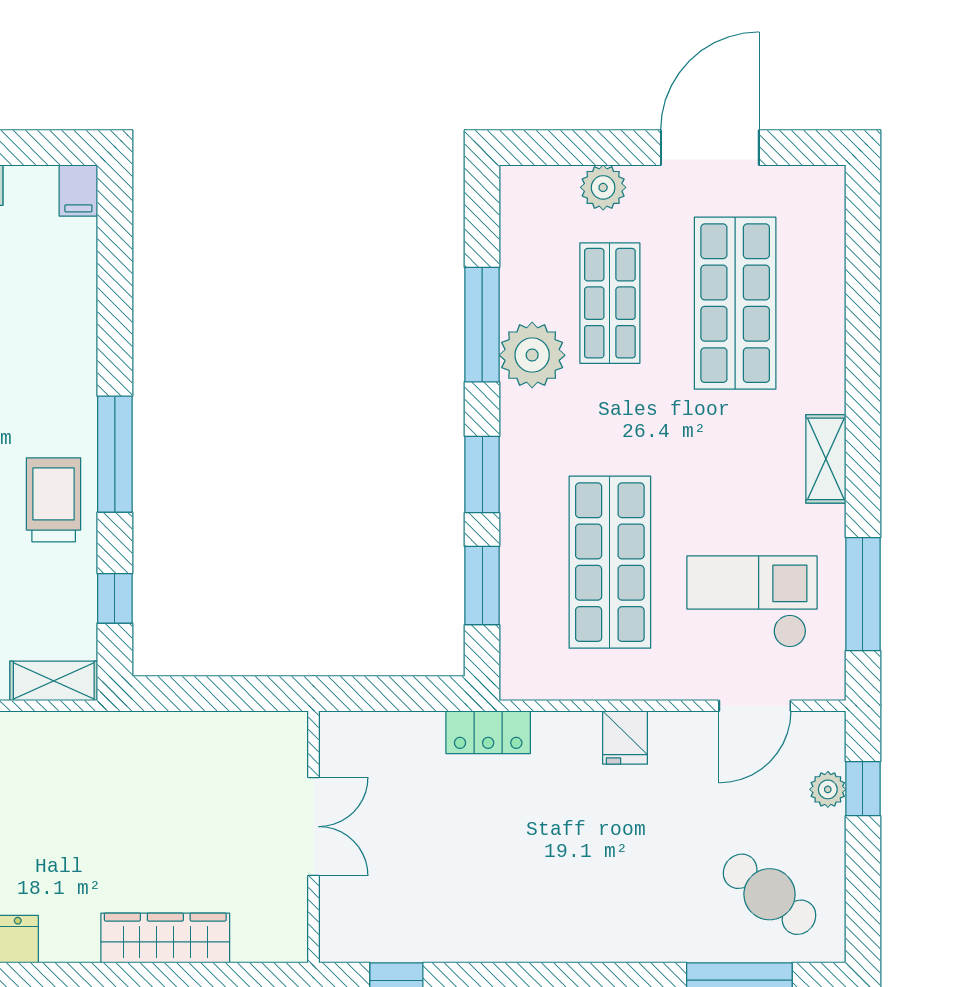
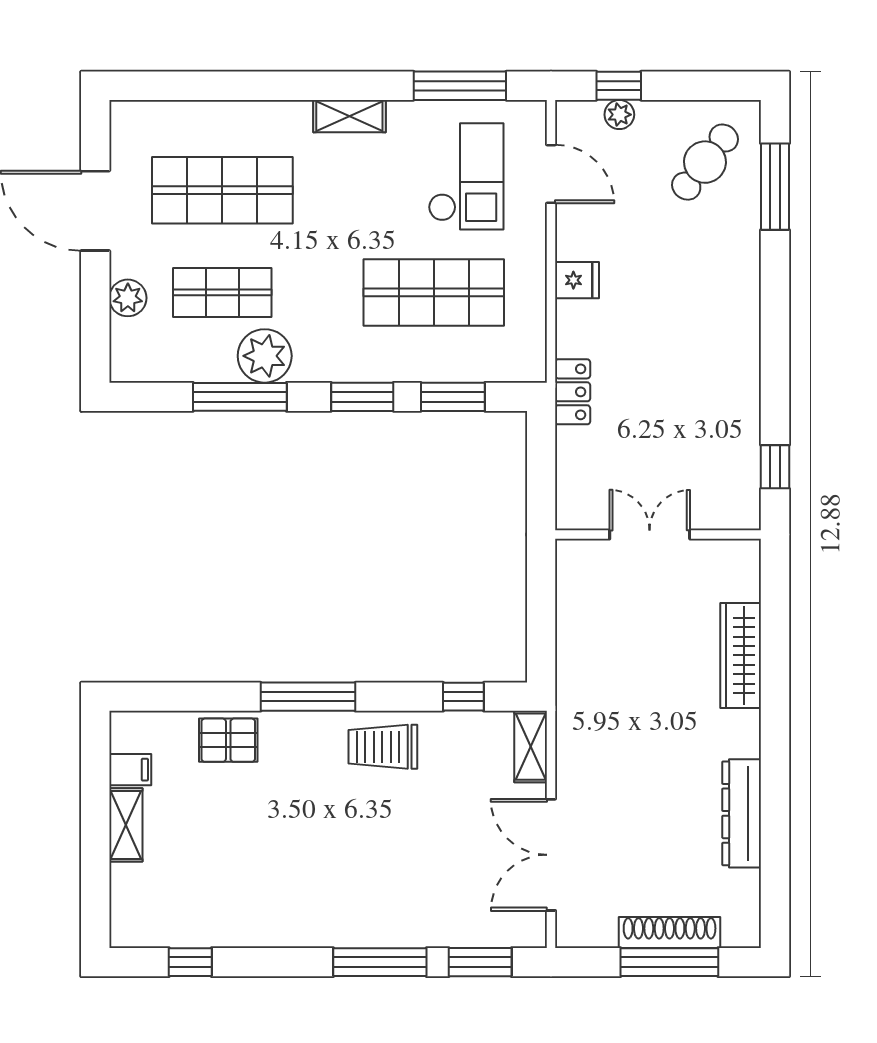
filing cabinet: (78, 190) -> (130, 770), moved
pallet: (62, 310) -> (228, 740), added
window: (115, 454) -> (308, 697), moved
checkout: (752, 602) -> (466, 176), turned 180

